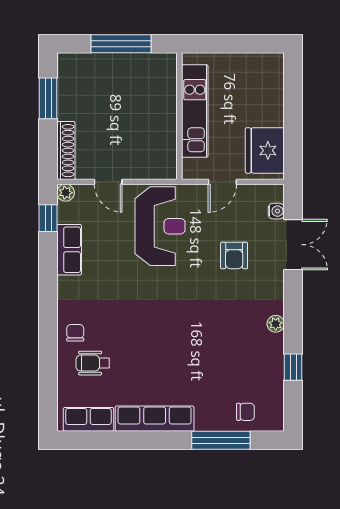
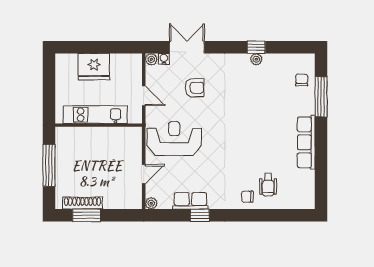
fridge: (265, 150) -> (94, 67), moved
shoe rack: (66, 151) -> (82, 203), moved
plant: (275, 193) -> (151, 59), added
window: (48, 218) -> (200, 215), moved
plant: (276, 324) -> (256, 59), moved
window: (293, 367) -> (256, 47), moved
row of seats: (88, 419) -> (307, 188), removed

